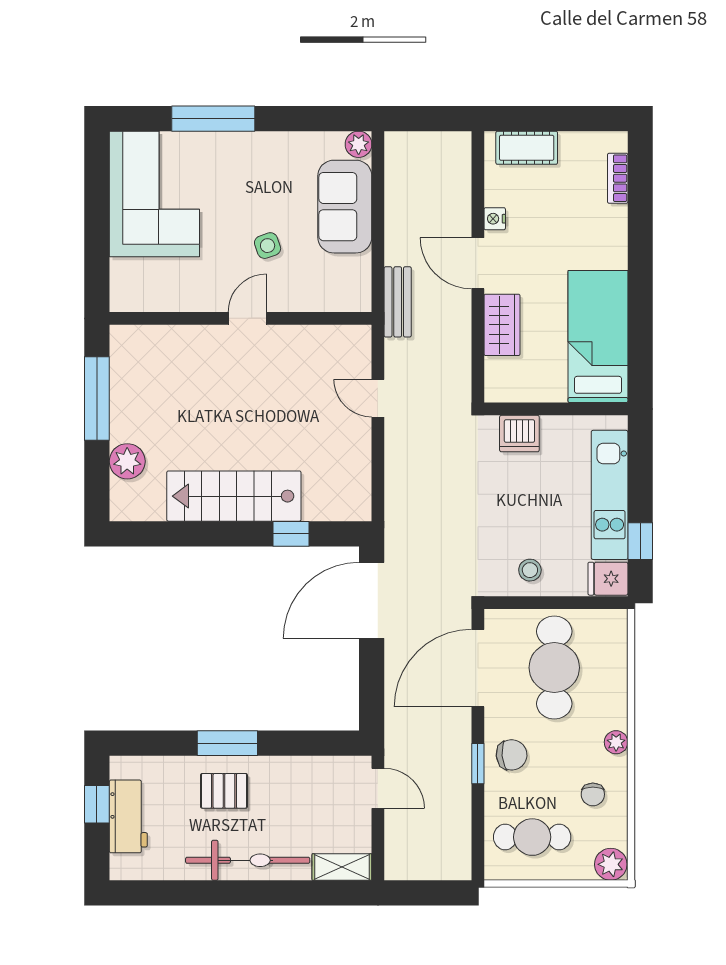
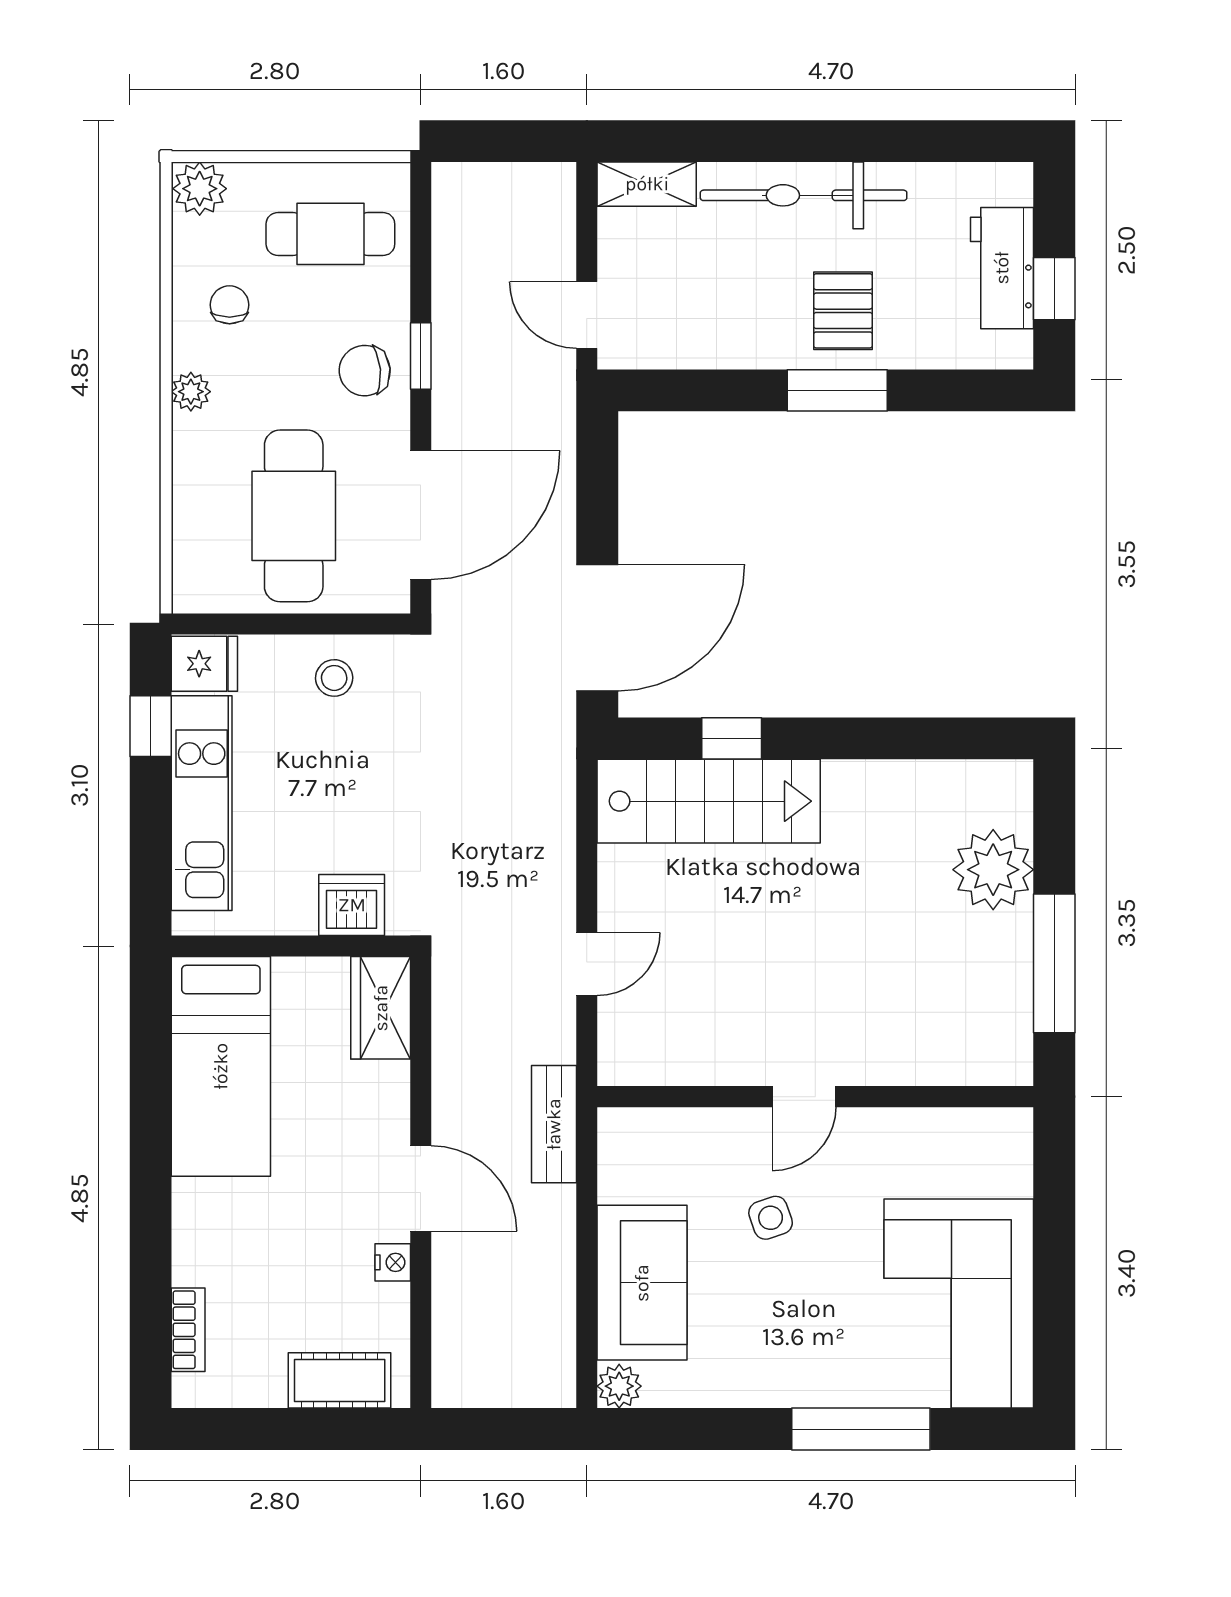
wardrobe: (502, 325) -> (381, 1008), moved
door: (378, 398) -> (587, 964), hinge flipped
plant: (127, 461) -> (993, 870), width x1.36, depth x1.36
stairs: (234, 496) -> (709, 801), moved
pallet: (224, 791) -> (843, 311), turned 90

